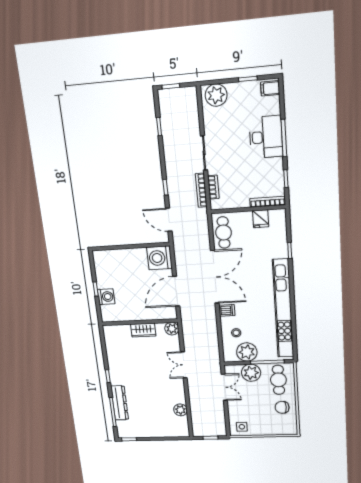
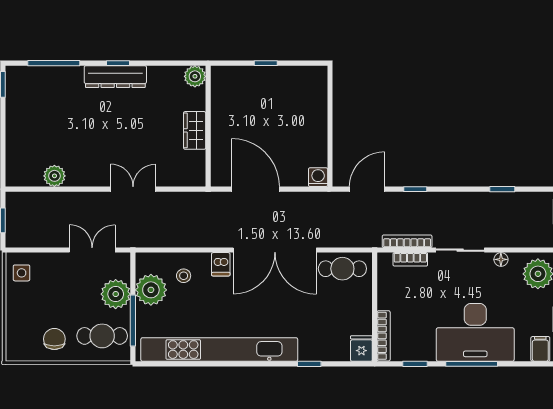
floor lamp: (208, 123) -> (501, 259), added
desk: (266, 137) -> (475, 332), width x1.36, depth x1.30
fridge: (261, 219) -> (361, 348), moved, turned 90
washing machine: (159, 258) -> (318, 177), width x0.53, depth x0.53
washing machine: (106, 297) -> (253, 78), removed
plant: (172, 329) -> (195, 76), moved
double door: (224, 387) -> (92, 250), swing flipped
dresser: (120, 403) -> (115, 77), moved

